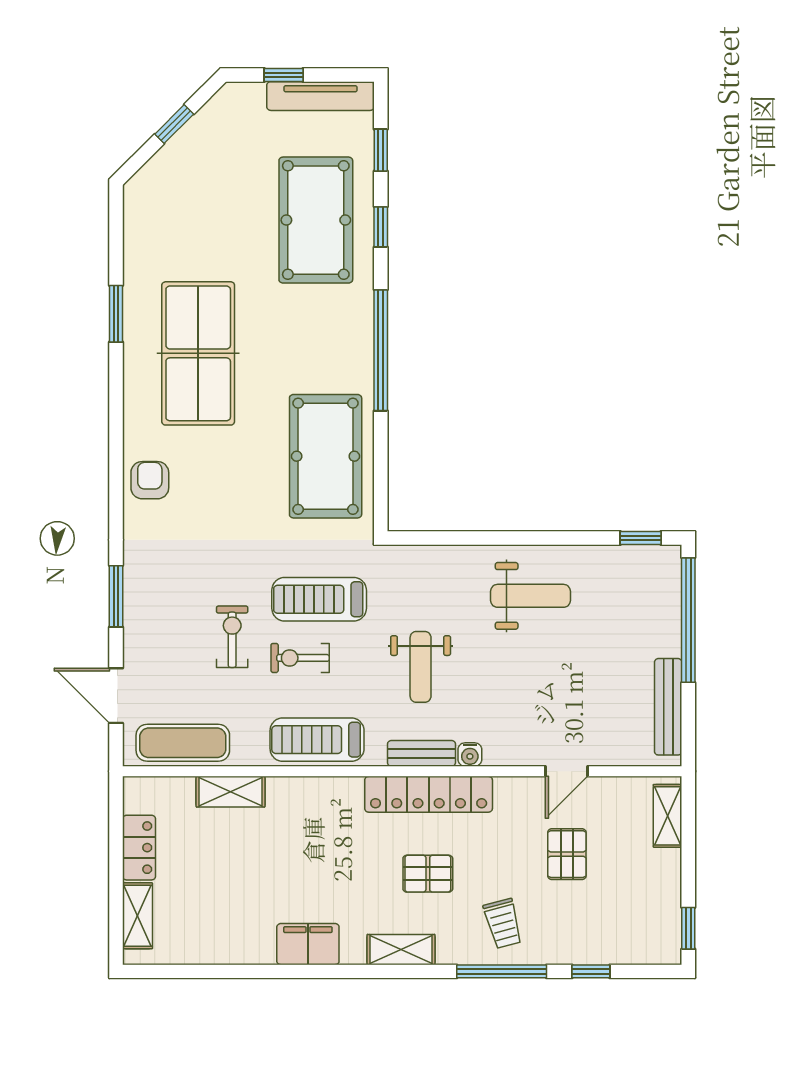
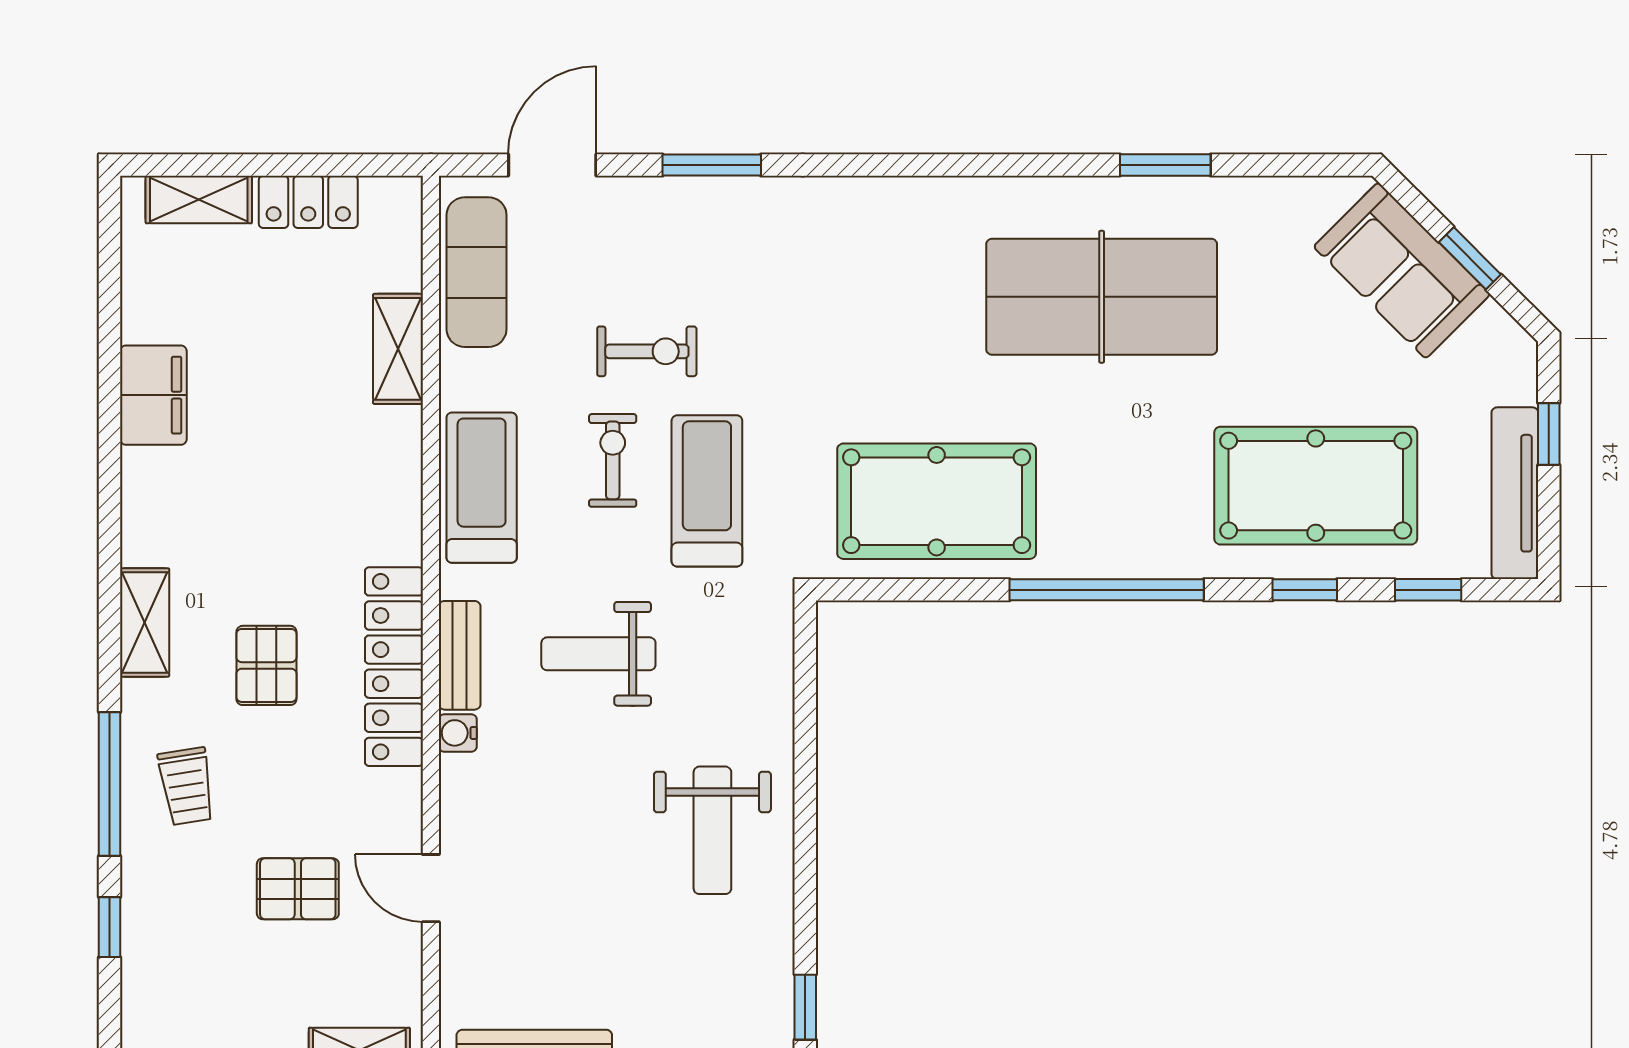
sofa: (182, 166) -> (1402, 270), added
armchair: (150, 480) -> (898, 219), removed
trolley: (503, 923) -> (186, 786), turned -84
filing cabinet: (308, 944) -> (153, 395), moved

